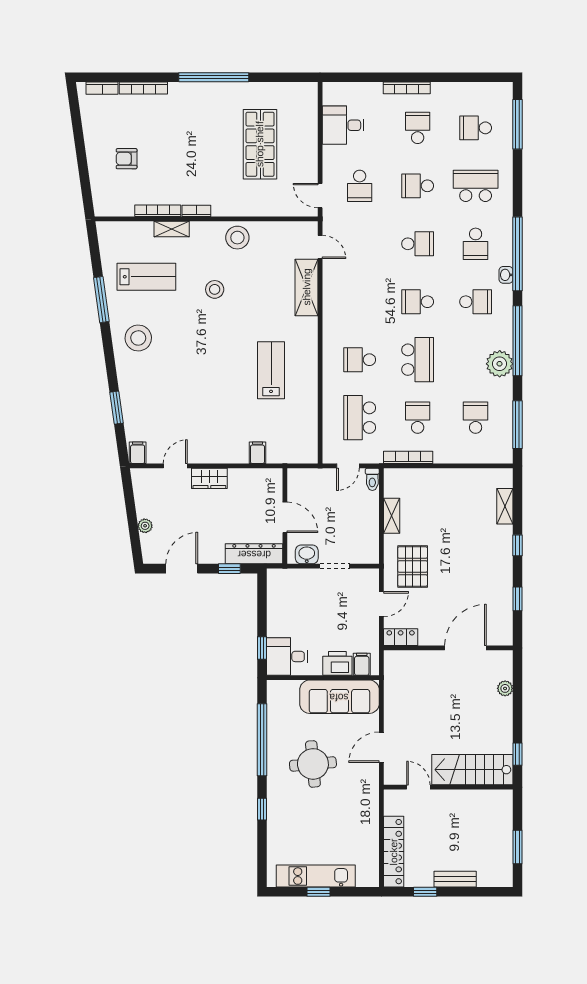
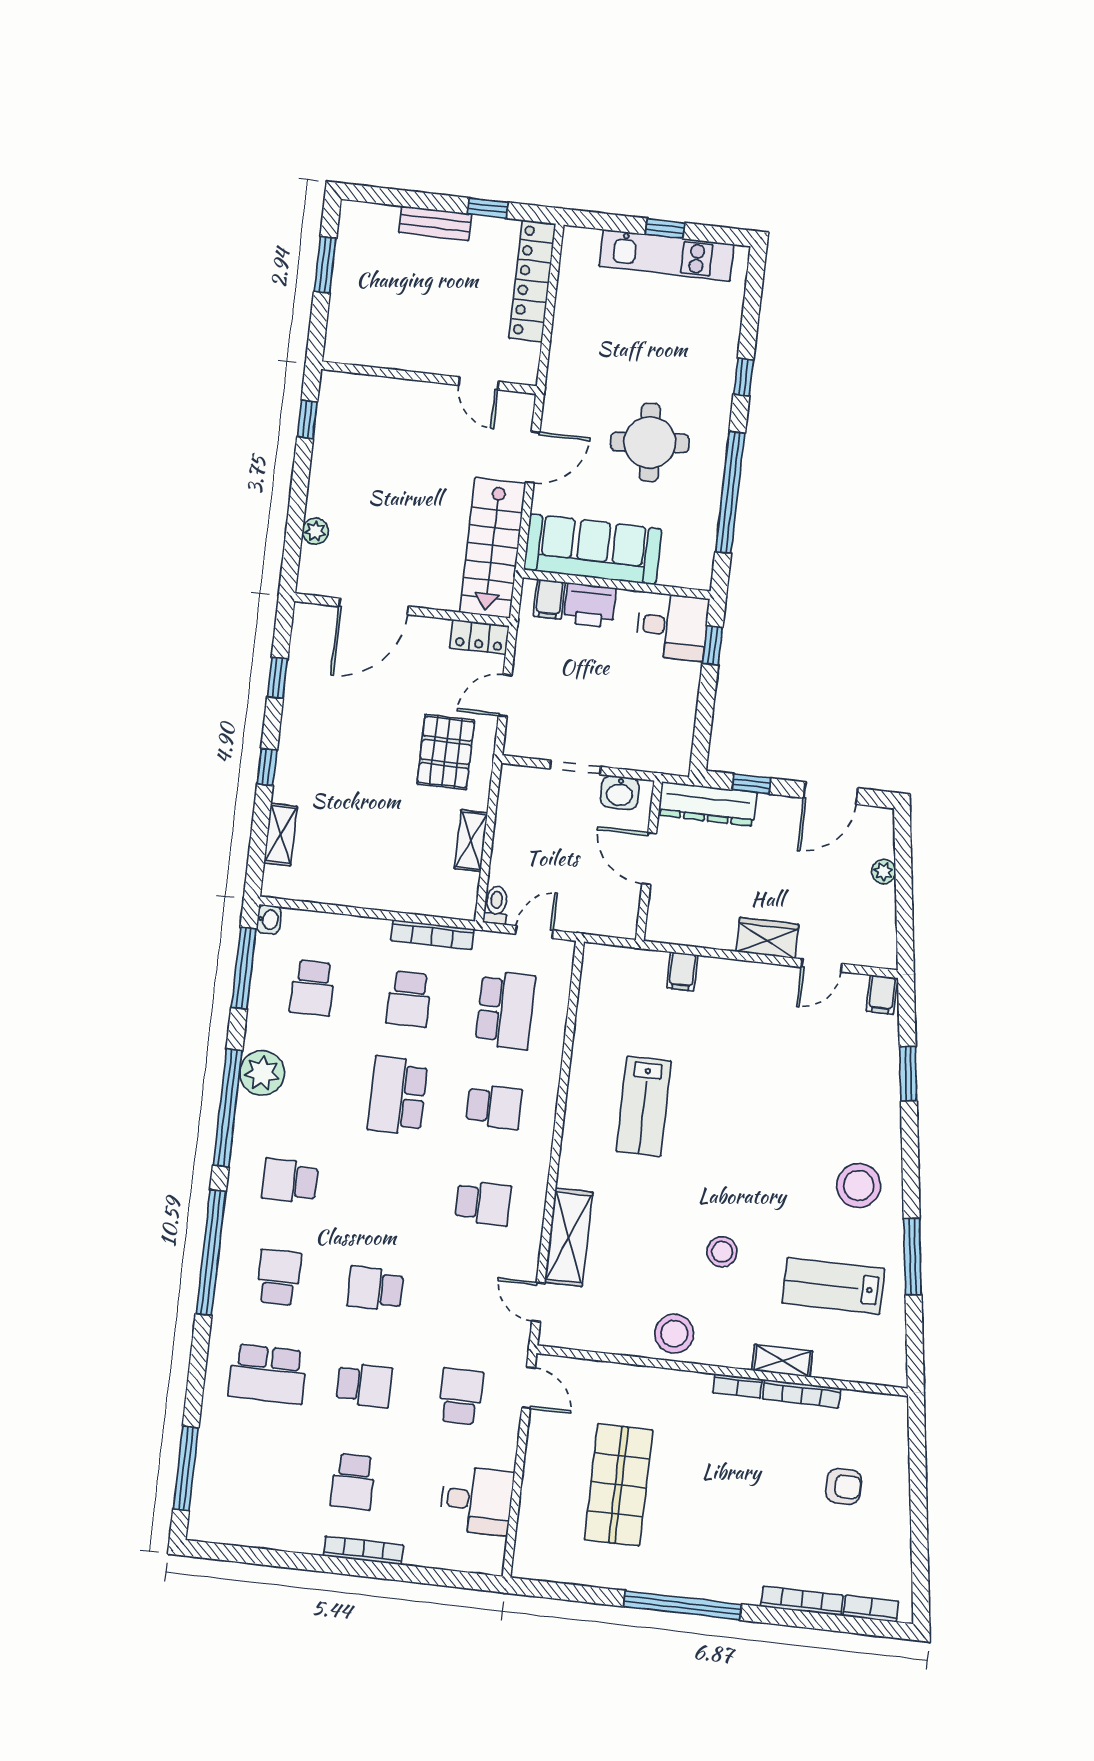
school desk: (476, 128) -> (256, 1470), removed
washbasin: (506, 275) -> (269, 919), moved
school desk: (418, 302) -> (483, 1203), moved
stairs: (472, 770) -> (493, 548), moved, turned 90

